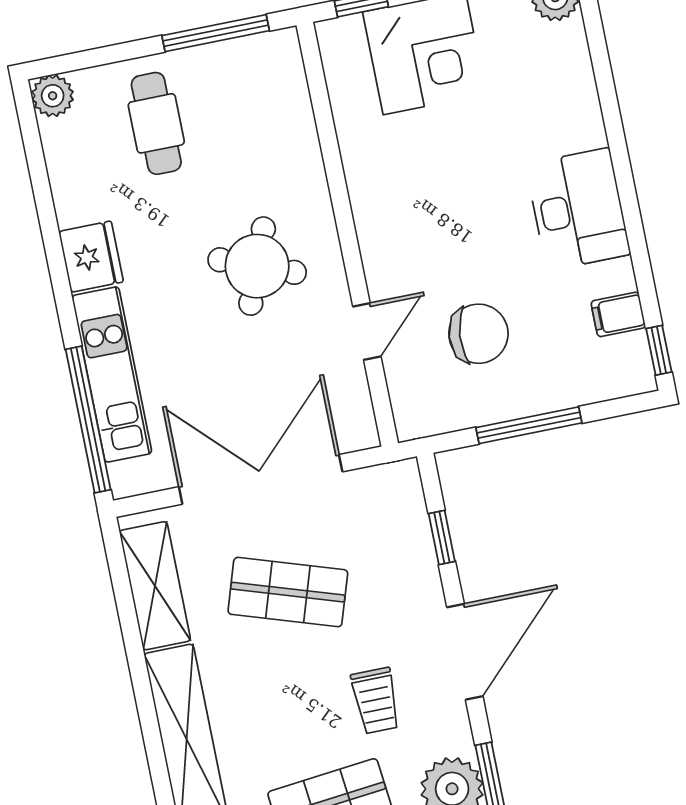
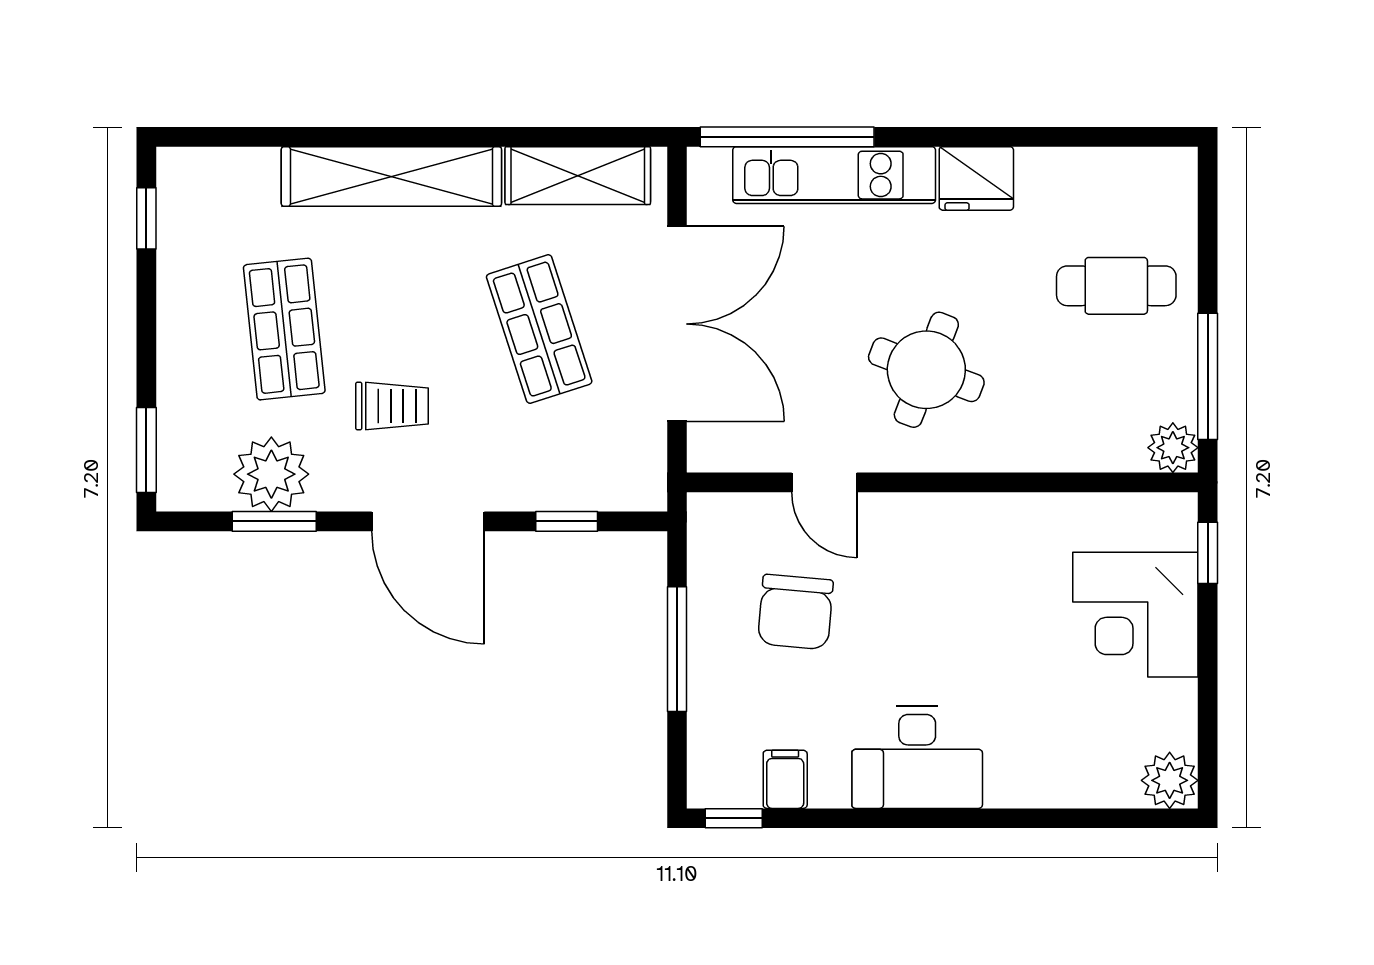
plant: (53, 96) -> (1173, 448), moved
shop shelf: (288, 592) -> (539, 329), turned -36
trolley: (376, 701) -> (392, 406), turned 180

